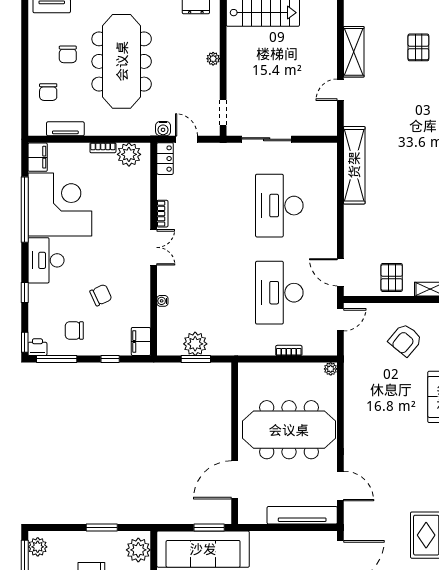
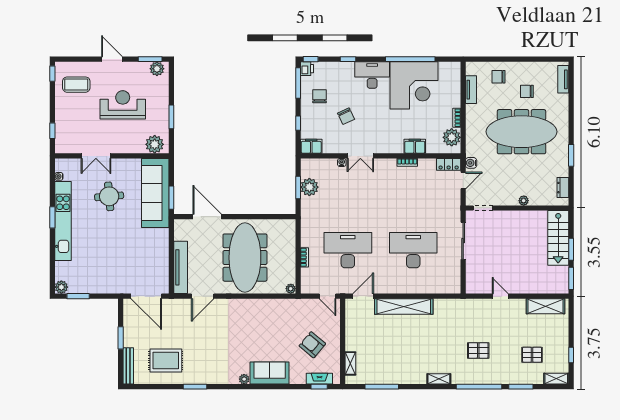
shelving: (354, 52) -> (545, 306), moved
filing cabinet: (38, 157) -> (415, 146), moved, turned 180
shelving: (354, 165) -> (404, 307), moved
double door: (154, 247) -> (360, 156), moved
pallet: (392, 277) -> (478, 350), moved

